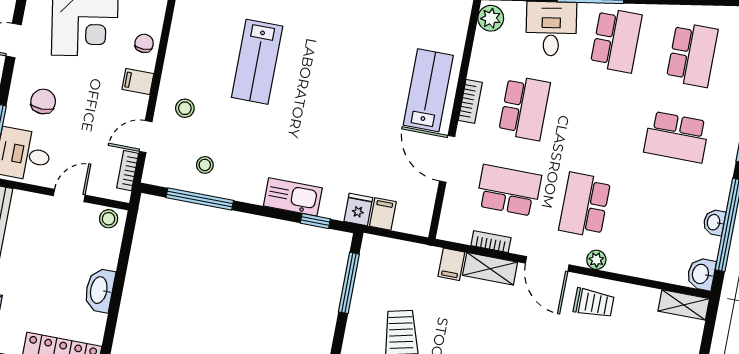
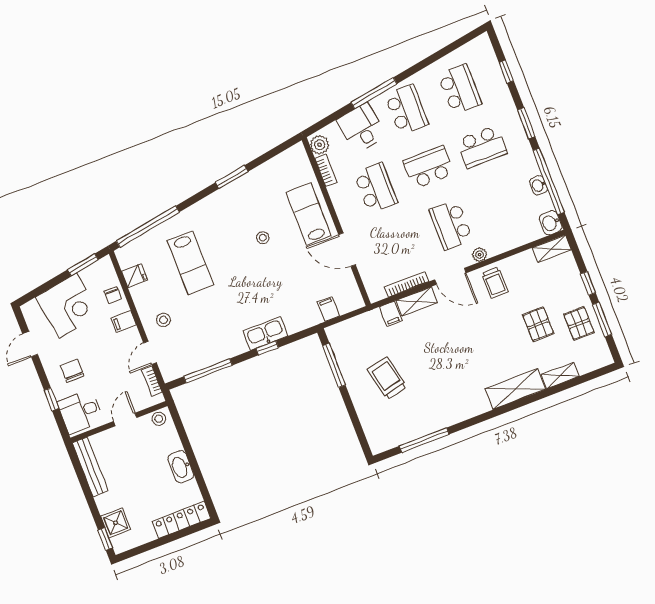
chair: (144, 43) -> (113, 295), turned 180
bookcase: (470, 101) -> (326, 170), moved
stool: (205, 165) -> (263, 238), moved
school desk: (509, 190) -> (429, 167), moved
fridge: (358, 209) -> (134, 276), moved, turned 90
window: (315, 221) -> (267, 348), moved
bookcase: (491, 242) -> (407, 284), width x1.56
trolley: (594, 303) -> (495, 283), turned 90

